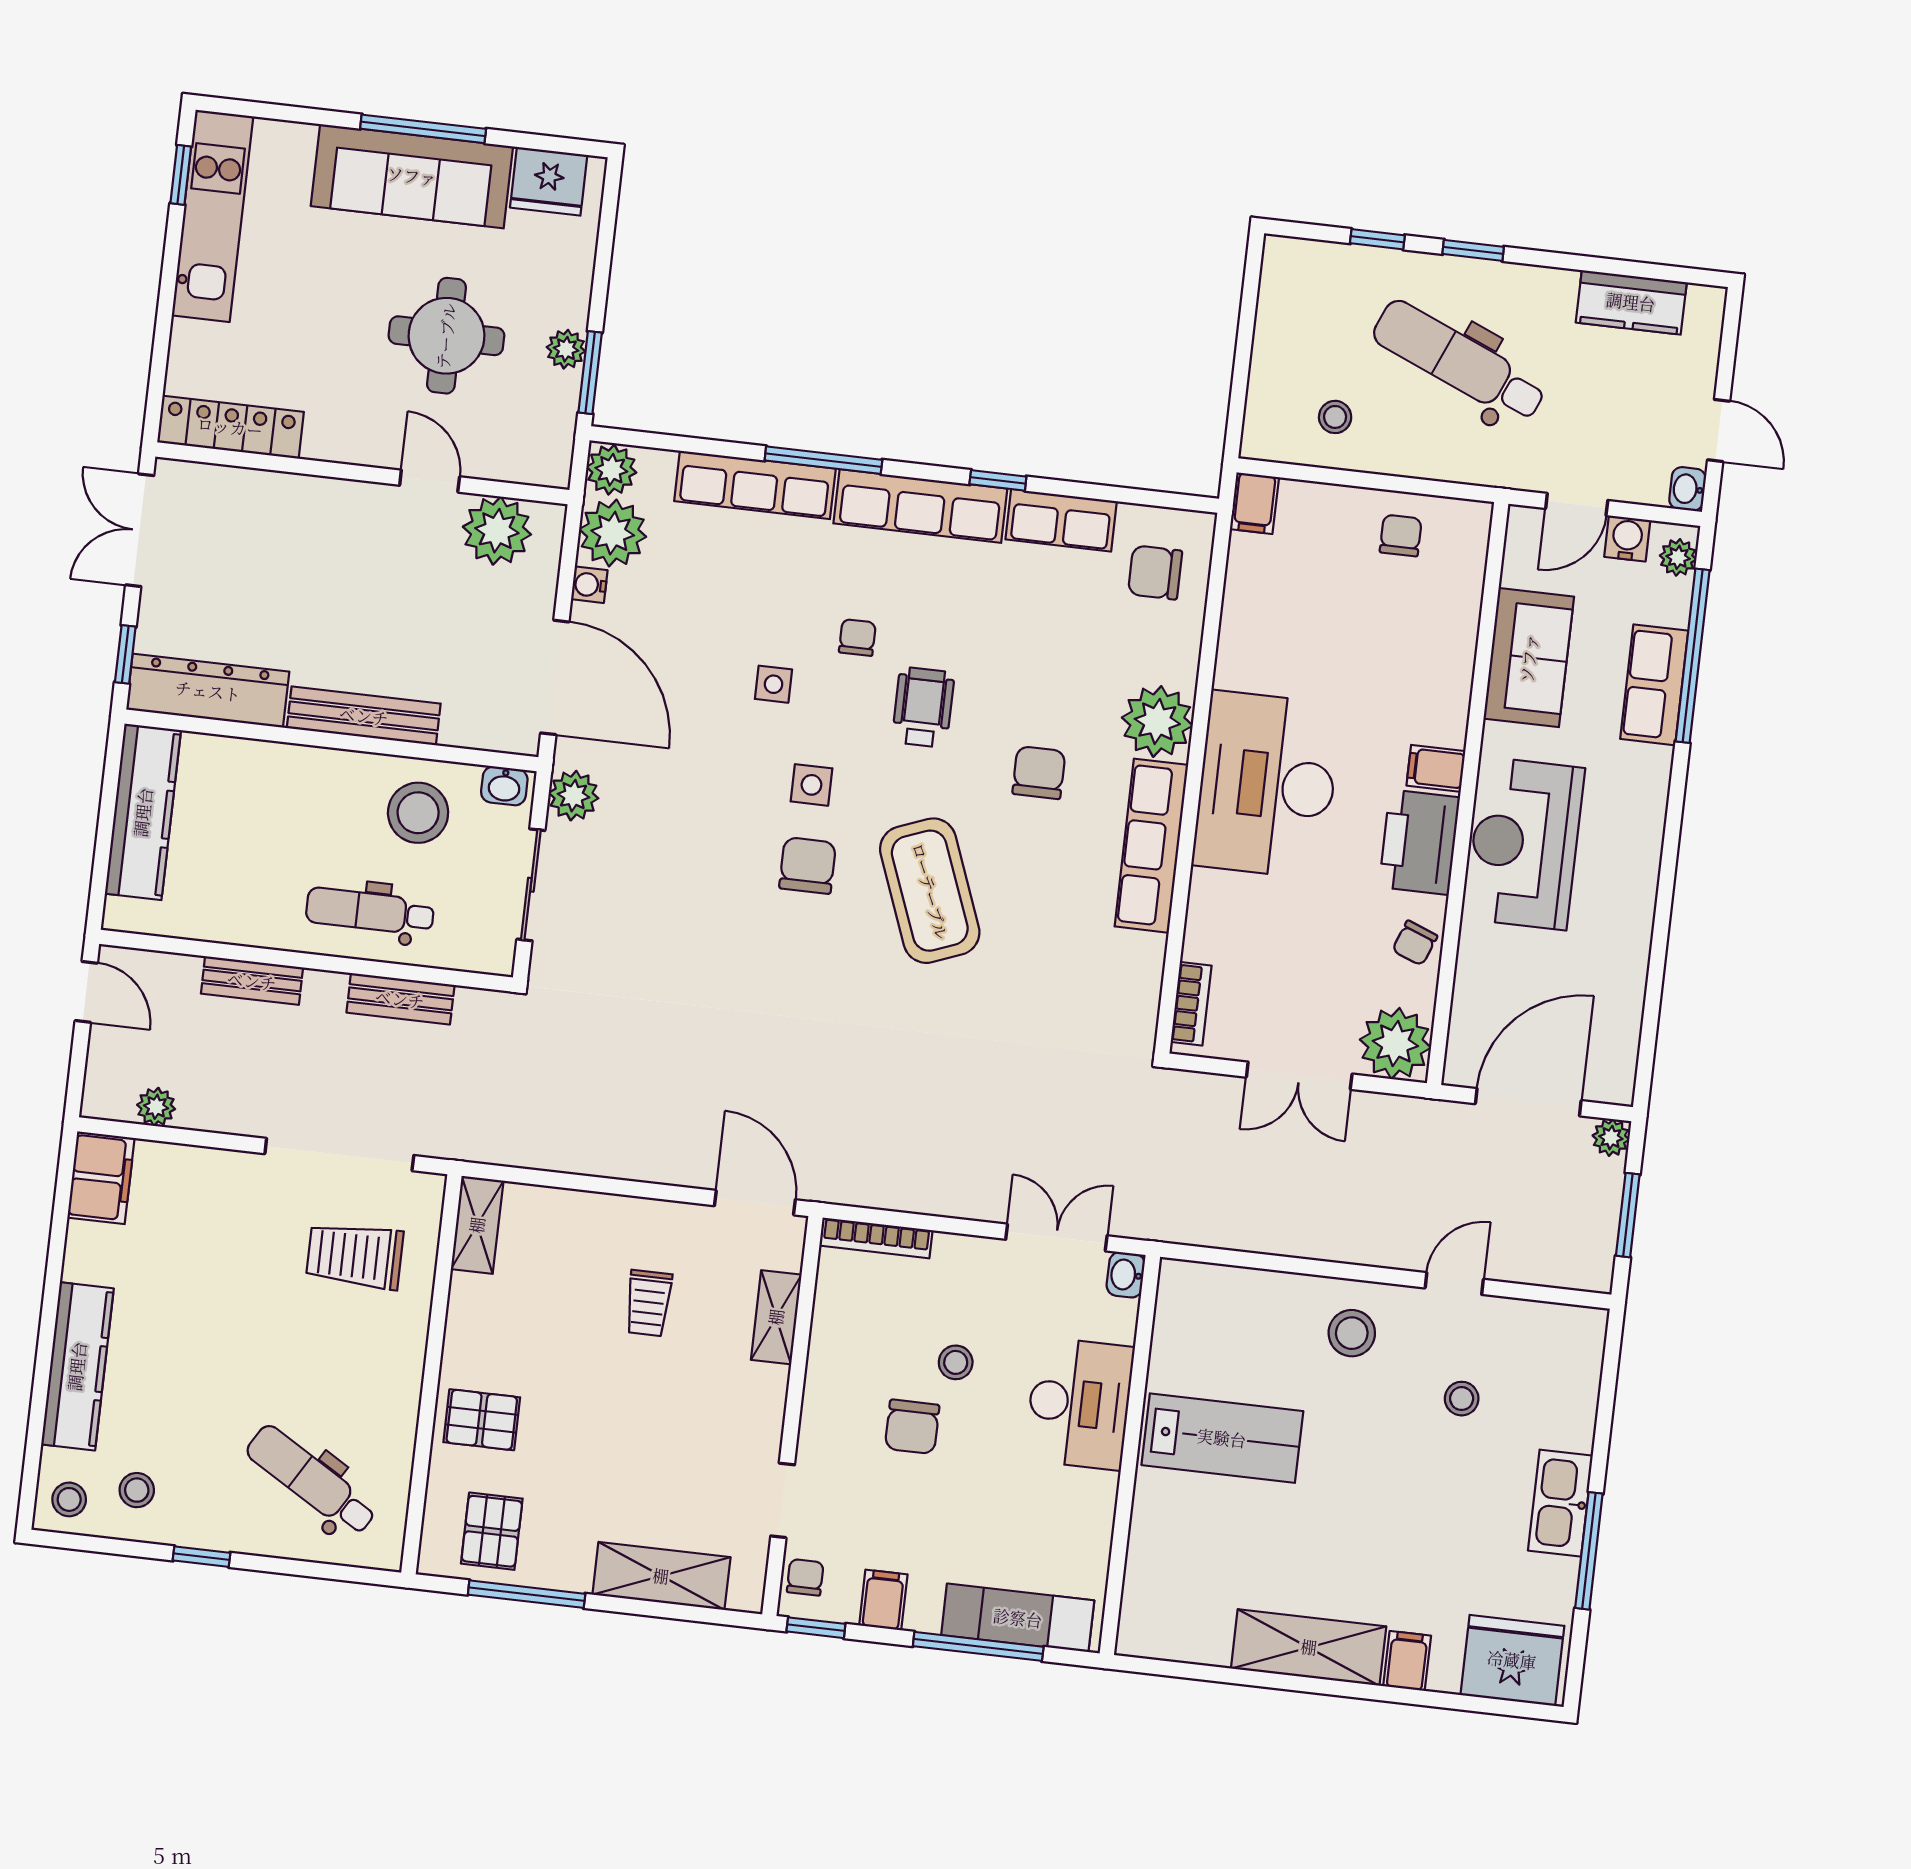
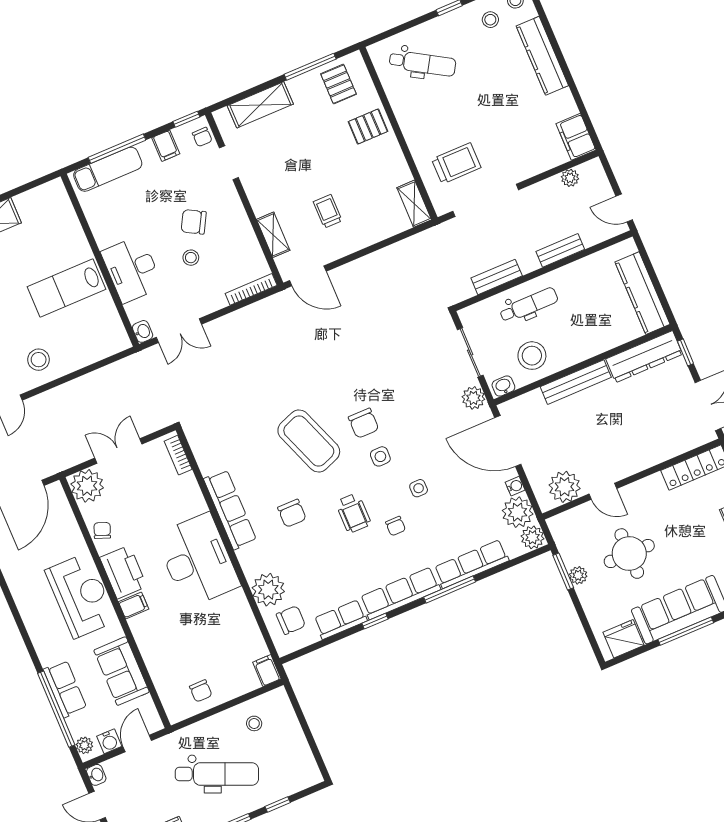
plant: (1157, 721) -> (268, 590), moved
chair: (912, 1427) -> (194, 222), turned -61

